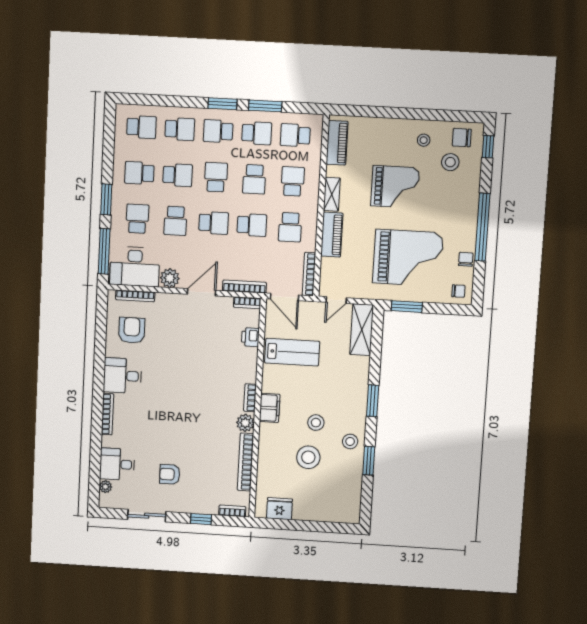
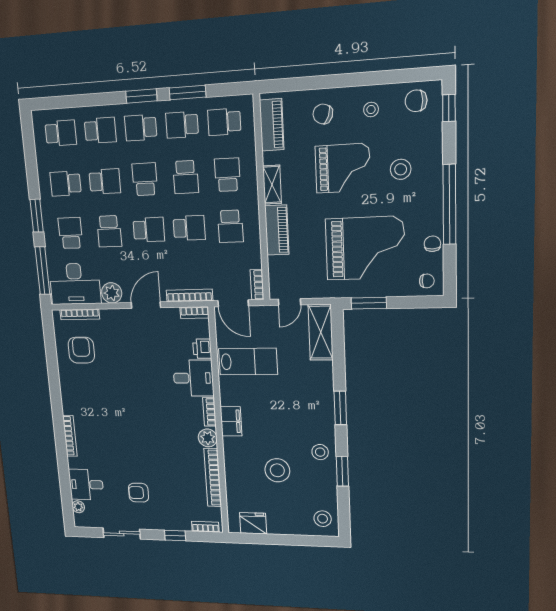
school desk: (257, 133) -> (182, 125), turned 180
chair: (382, 139) -> (323, 114), added
stool: (450, 162) -> (401, 169), moved
bookcase: (309, 274) -> (257, 285), width x0.64
desk: (122, 376) -> (193, 378), moved, turned 180
stool: (316, 423) -> (323, 519), moved

